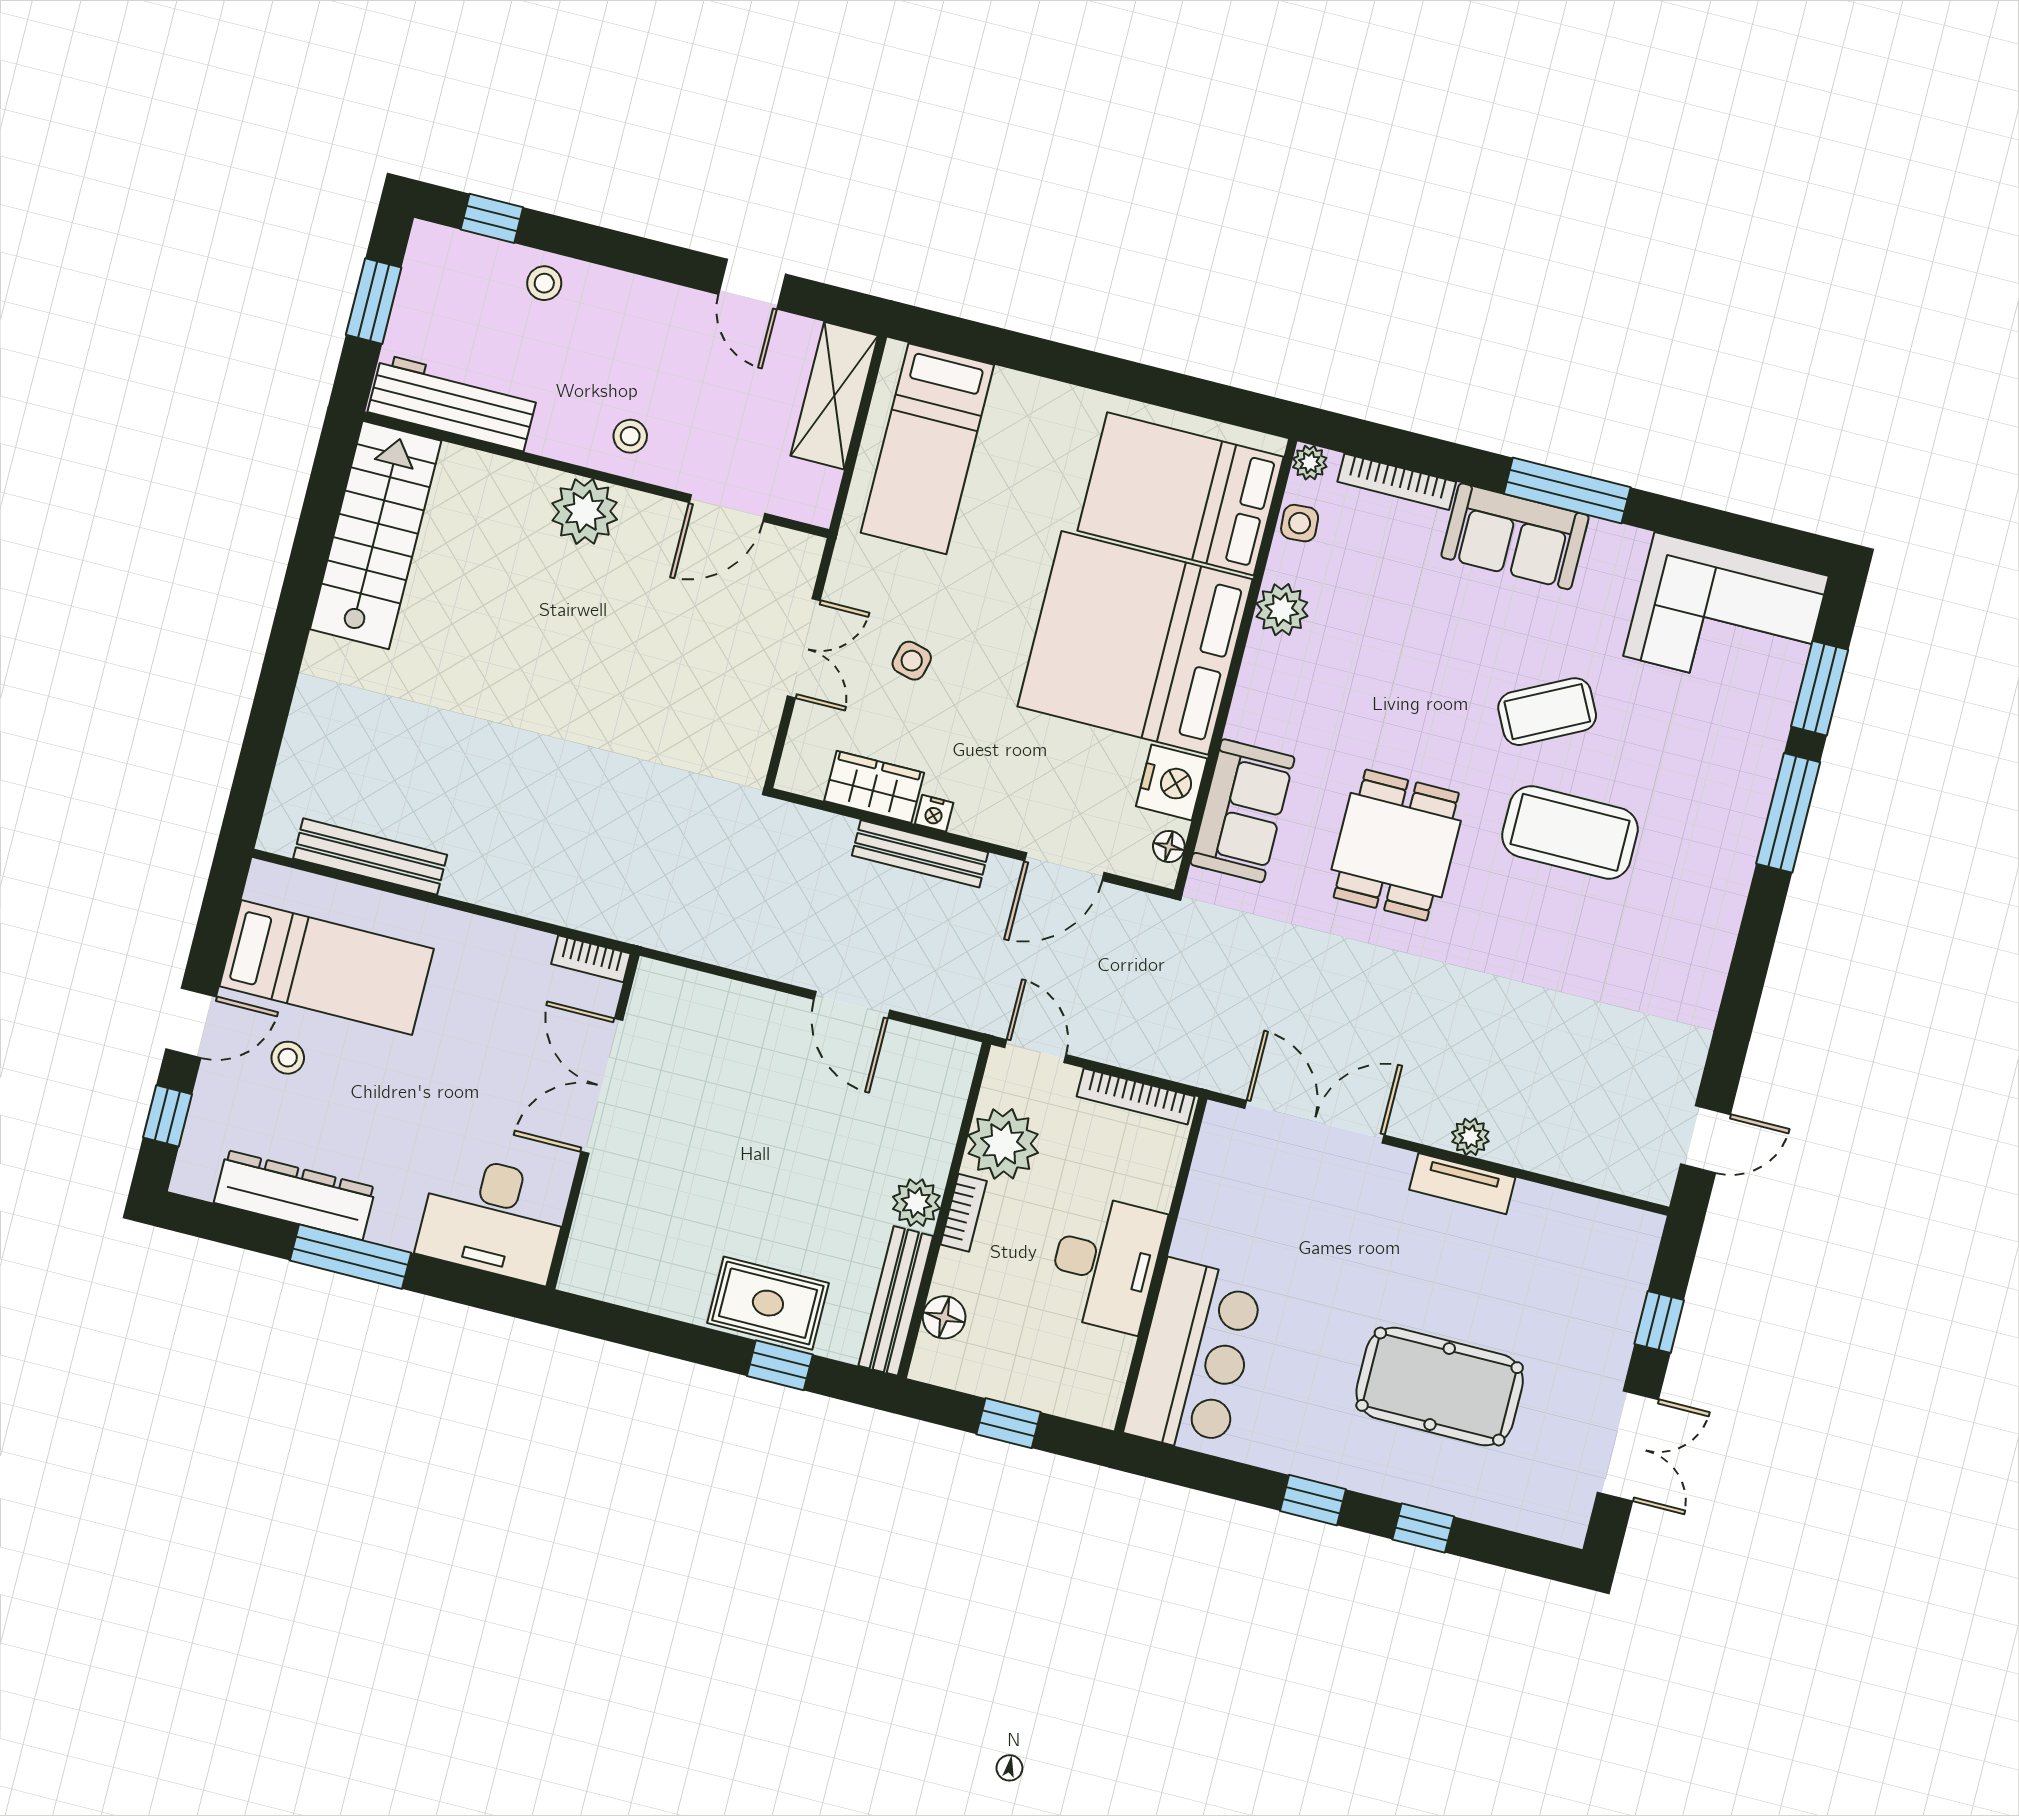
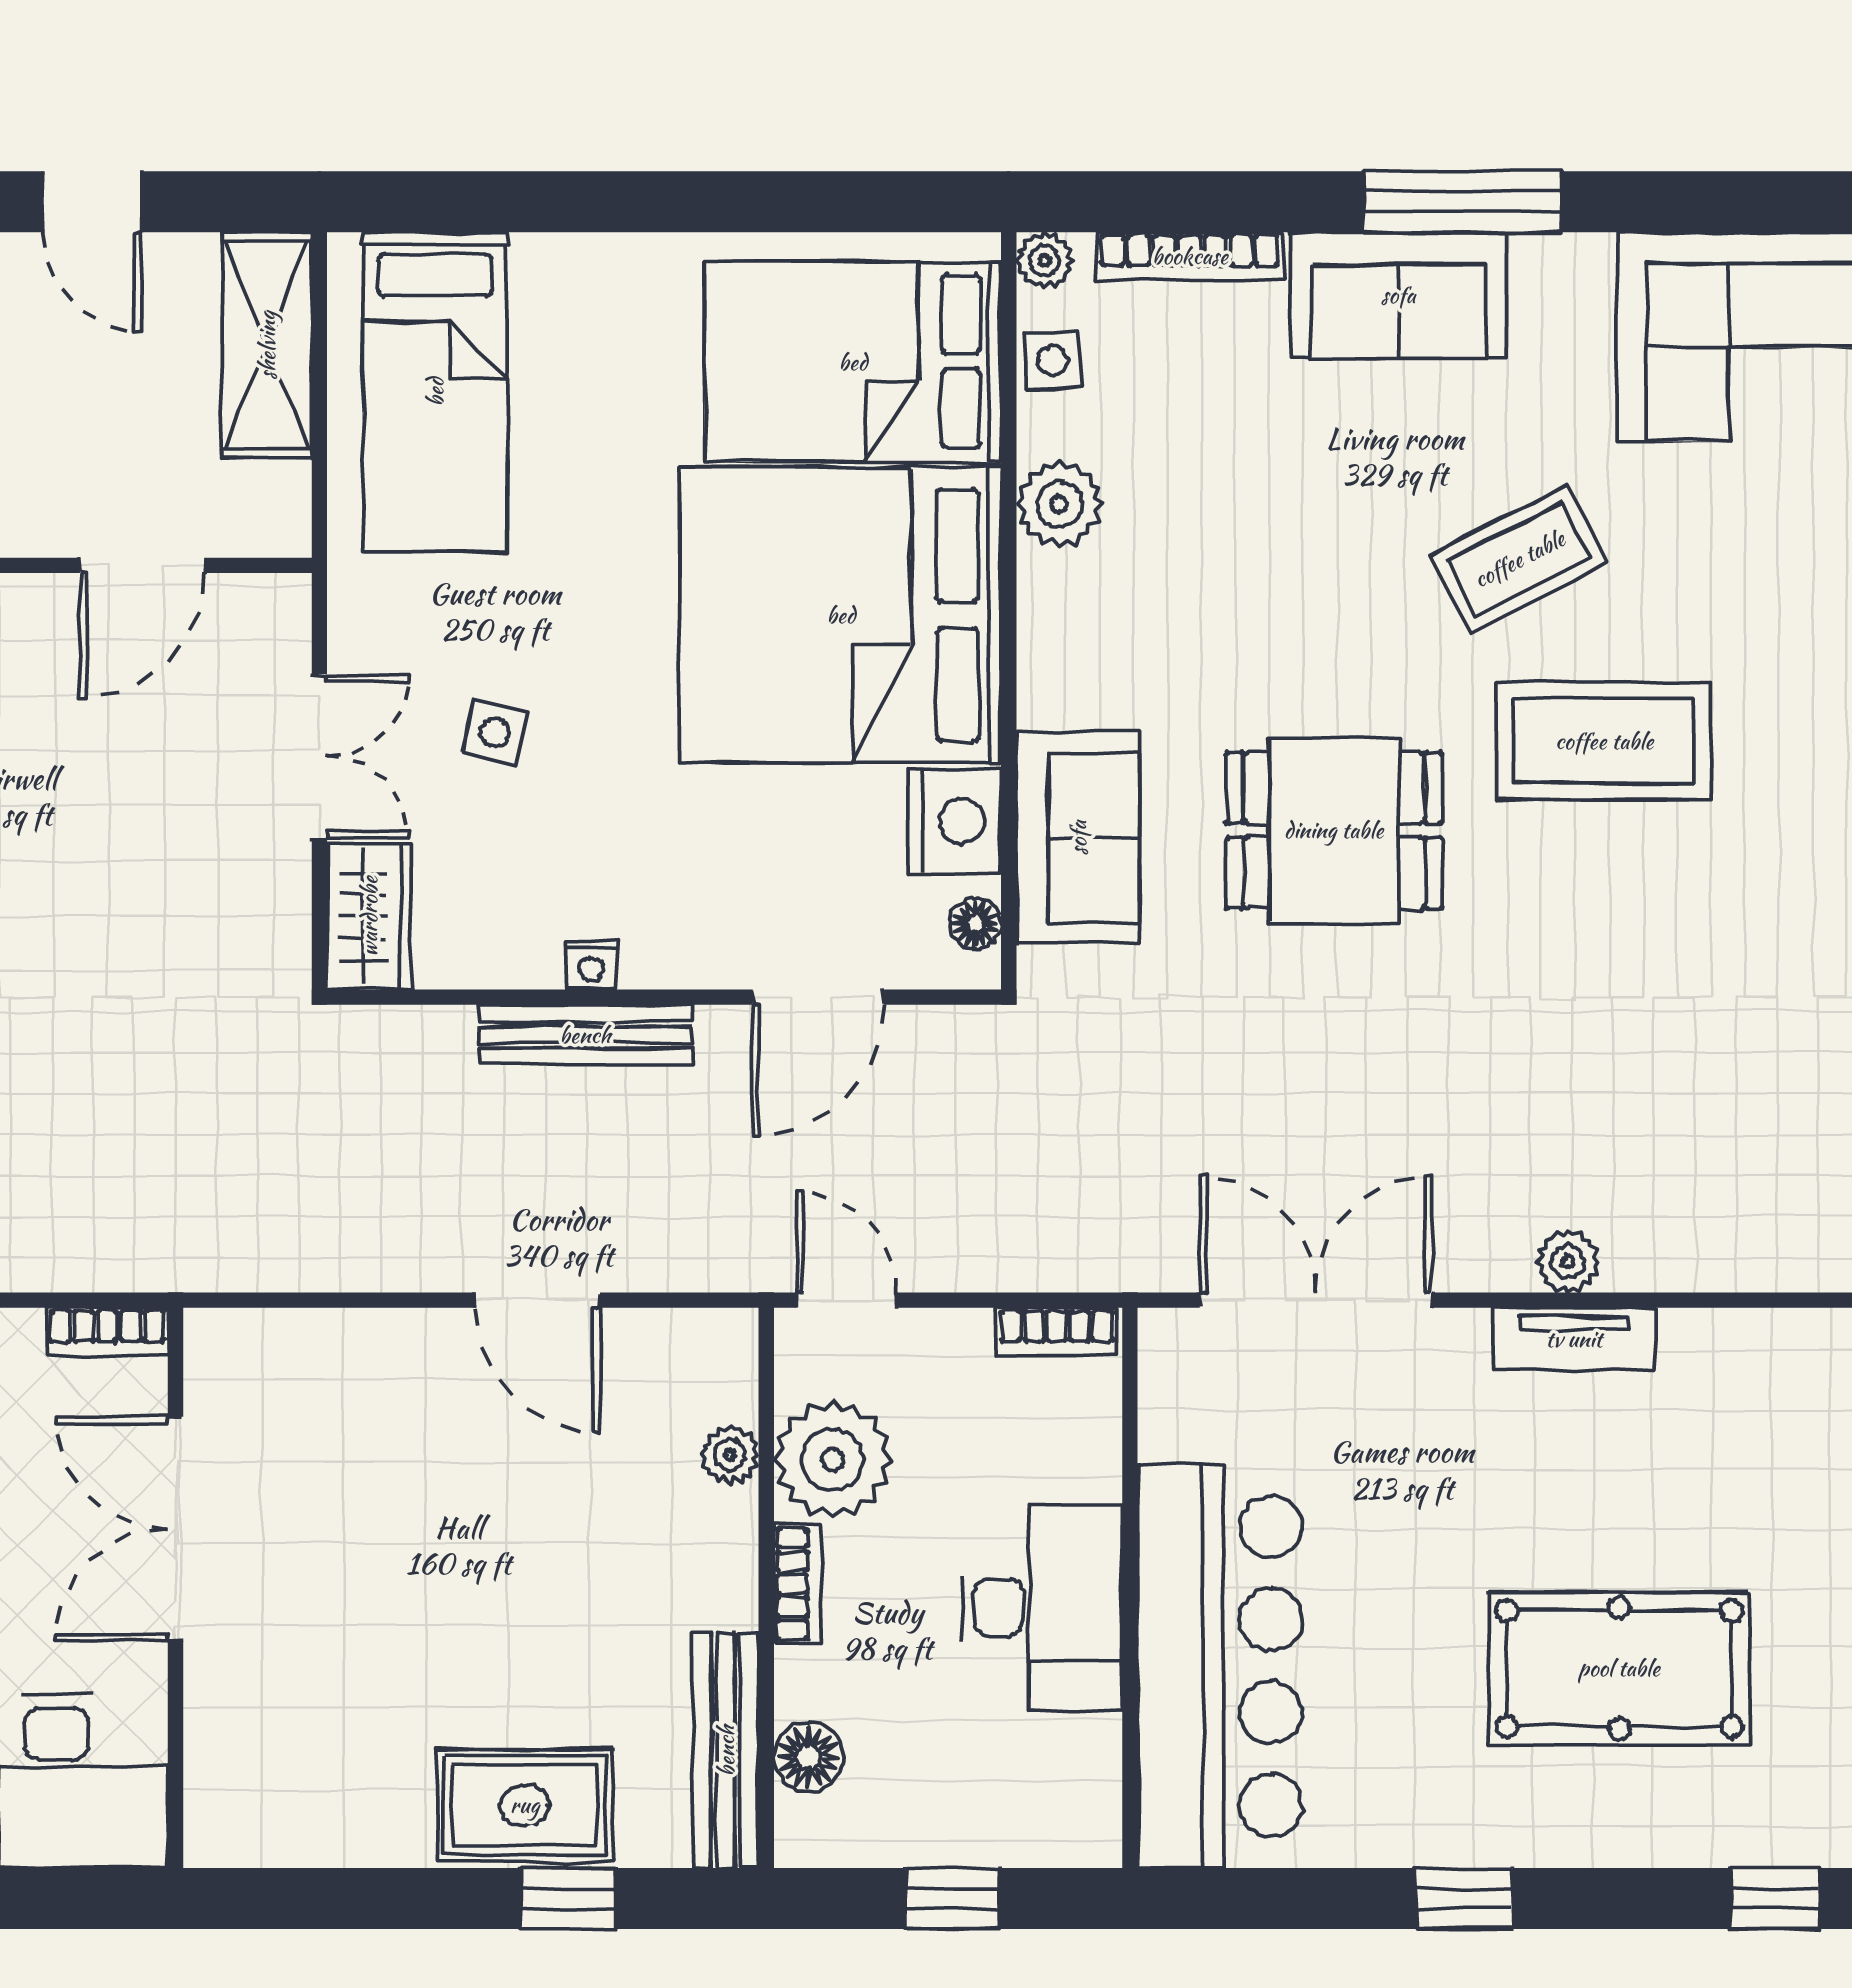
wardrobe: (874, 787) -> (369, 916), moved, turned 90
dining table: (1396, 845) -> (1334, 830), turned 90
bookcase: (1136, 1096) -> (1057, 1332), width x0.64
plant: (916, 1203) -> (730, 1455), moved, width x0.73, depth x0.73
bar counter: (1194, 1357) -> (1220, 1666), width x1.36
window: (1423, 1528) -> (1775, 1899), moved

